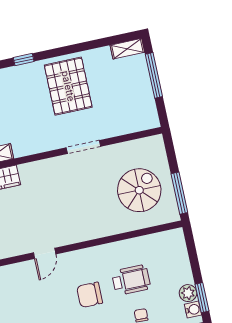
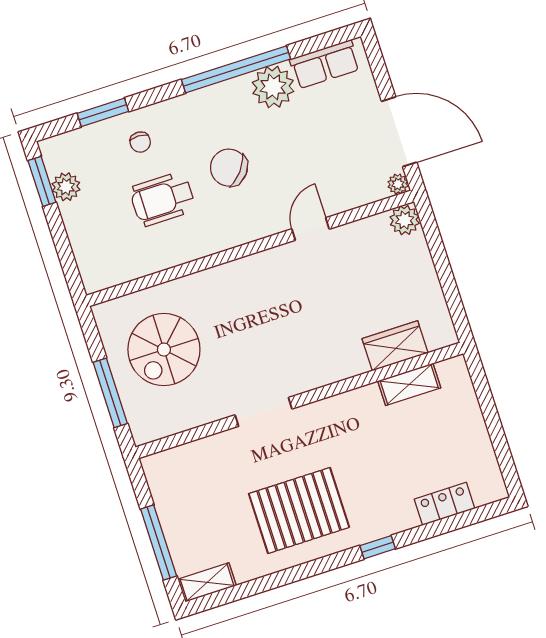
pallet: (68, 86) -> (299, 510), turned 90
window: (179, 193) -> (110, 393), moved
chair: (90, 295) -> (229, 168), turned -141
water cooler: (193, 310) -> (55, 160), removed

